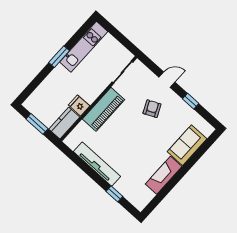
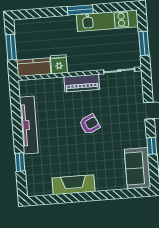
window: (122, 39) -> (144, 43), added
piano: (104, 109) -> (82, 83), width x0.73, depth x0.75
armchair: (152, 109) -> (90, 124), moved
sofa: (187, 145) -> (138, 168), moved, turned -90

